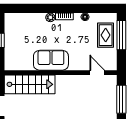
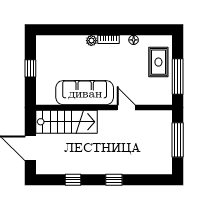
window: (121, 35) -> (178, 76), moved
sofa: (51, 60) -> (85, 93), width x1.36
door: (97, 73) -> (126, 107), moved

